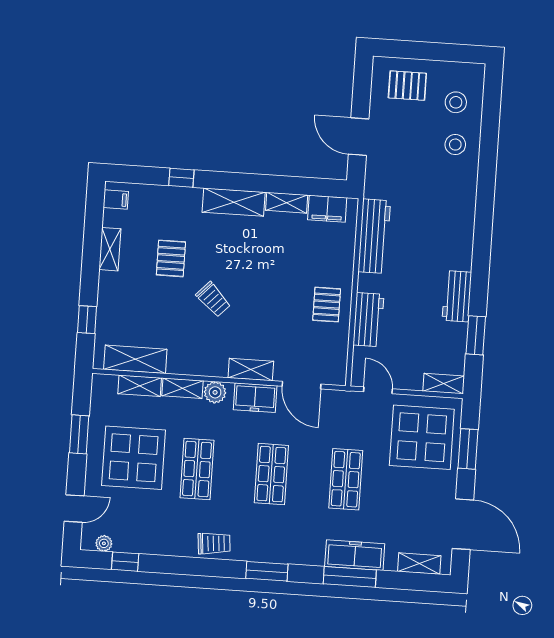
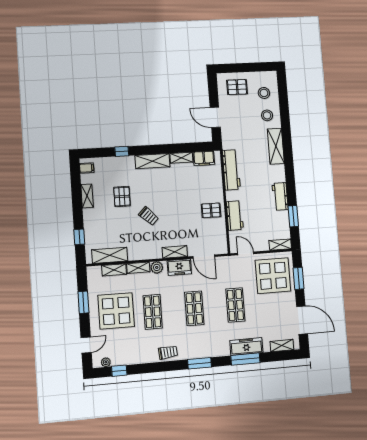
shelving: (463, 203) -> (276, 146), added
pallet: (327, 305) -> (211, 210), turned 90

